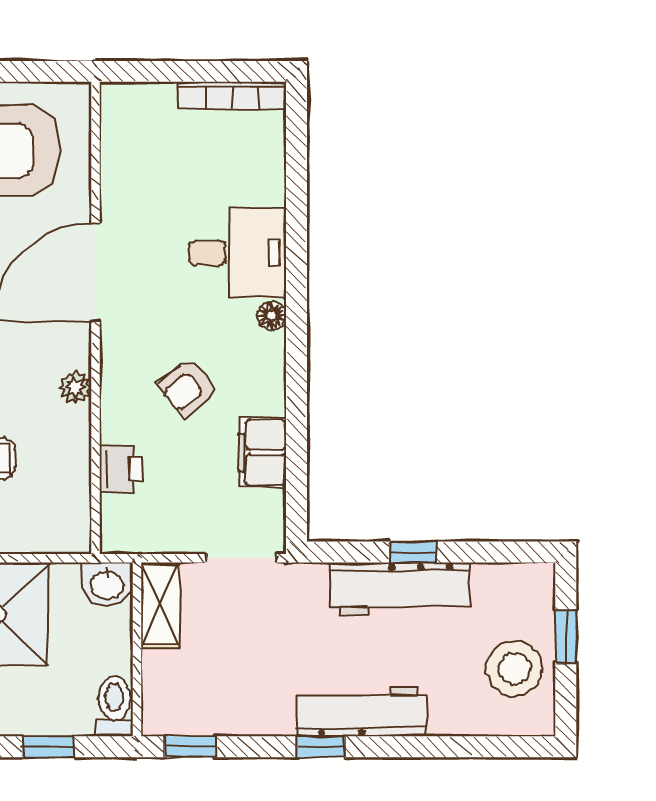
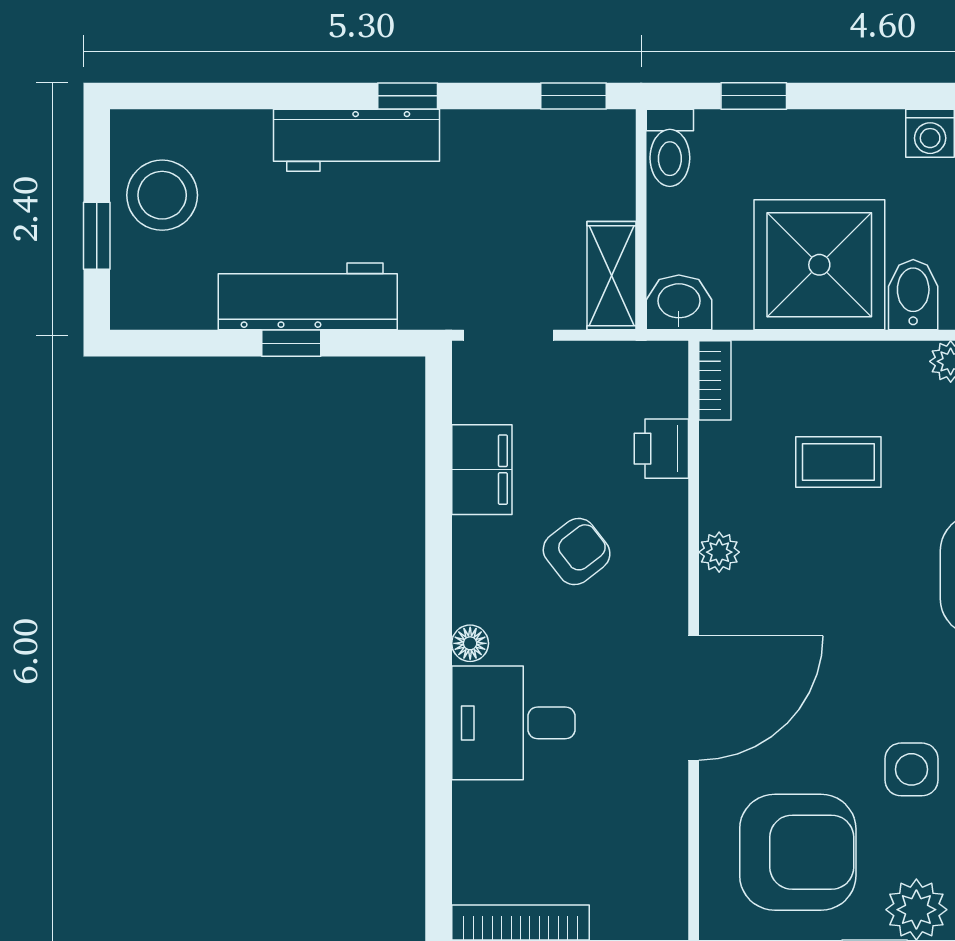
bookcase: (79, 523) -> (715, 380), added

